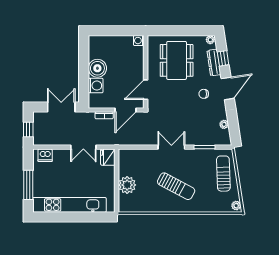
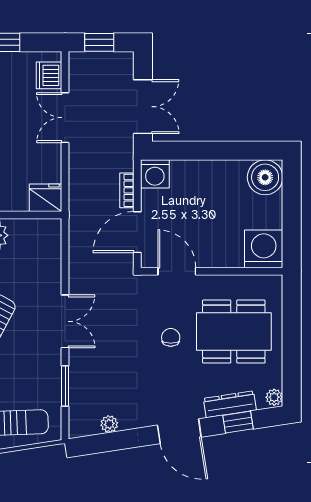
washing machine: (139, 41) -> (264, 249), width x1.89, depth x1.89
boiler: (97, 68) -> (265, 177), moved
washing machine: (96, 86) -> (155, 174), moved
chair: (204, 94) -> (171, 337), moved
door: (126, 110) -> (137, 232), hinge flipped
double door: (83, 147) -> (65, 118), moved

